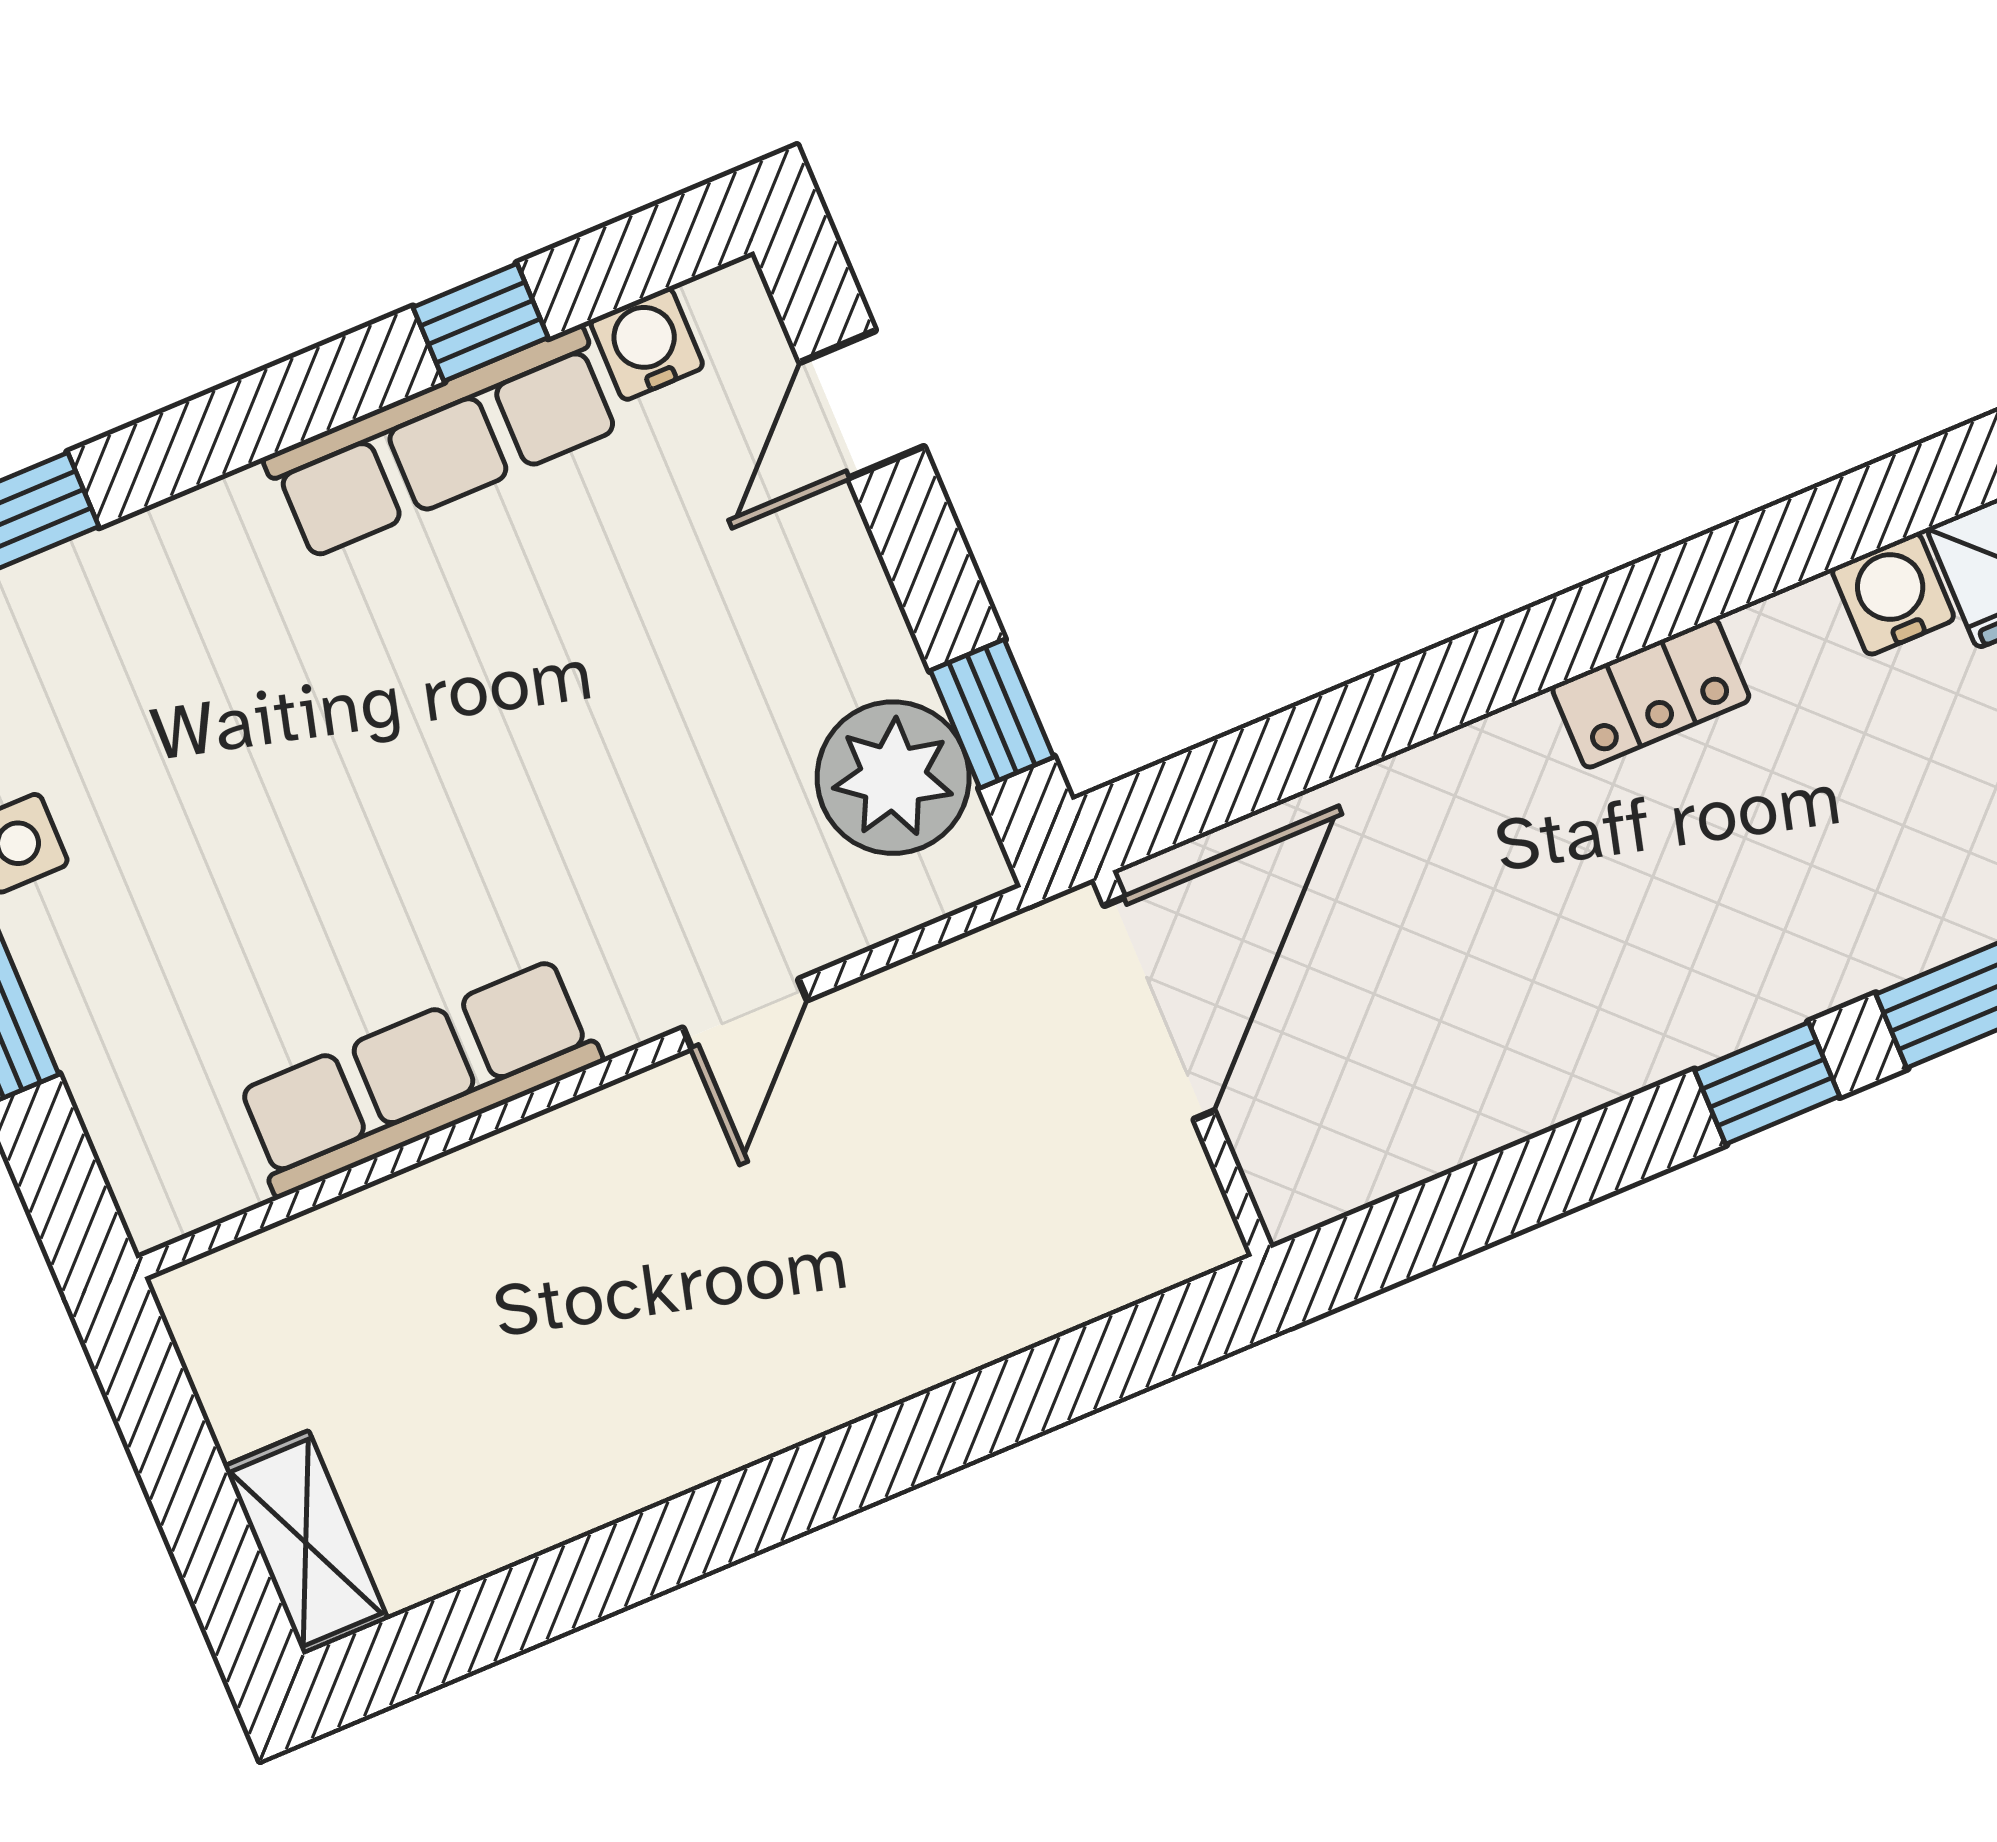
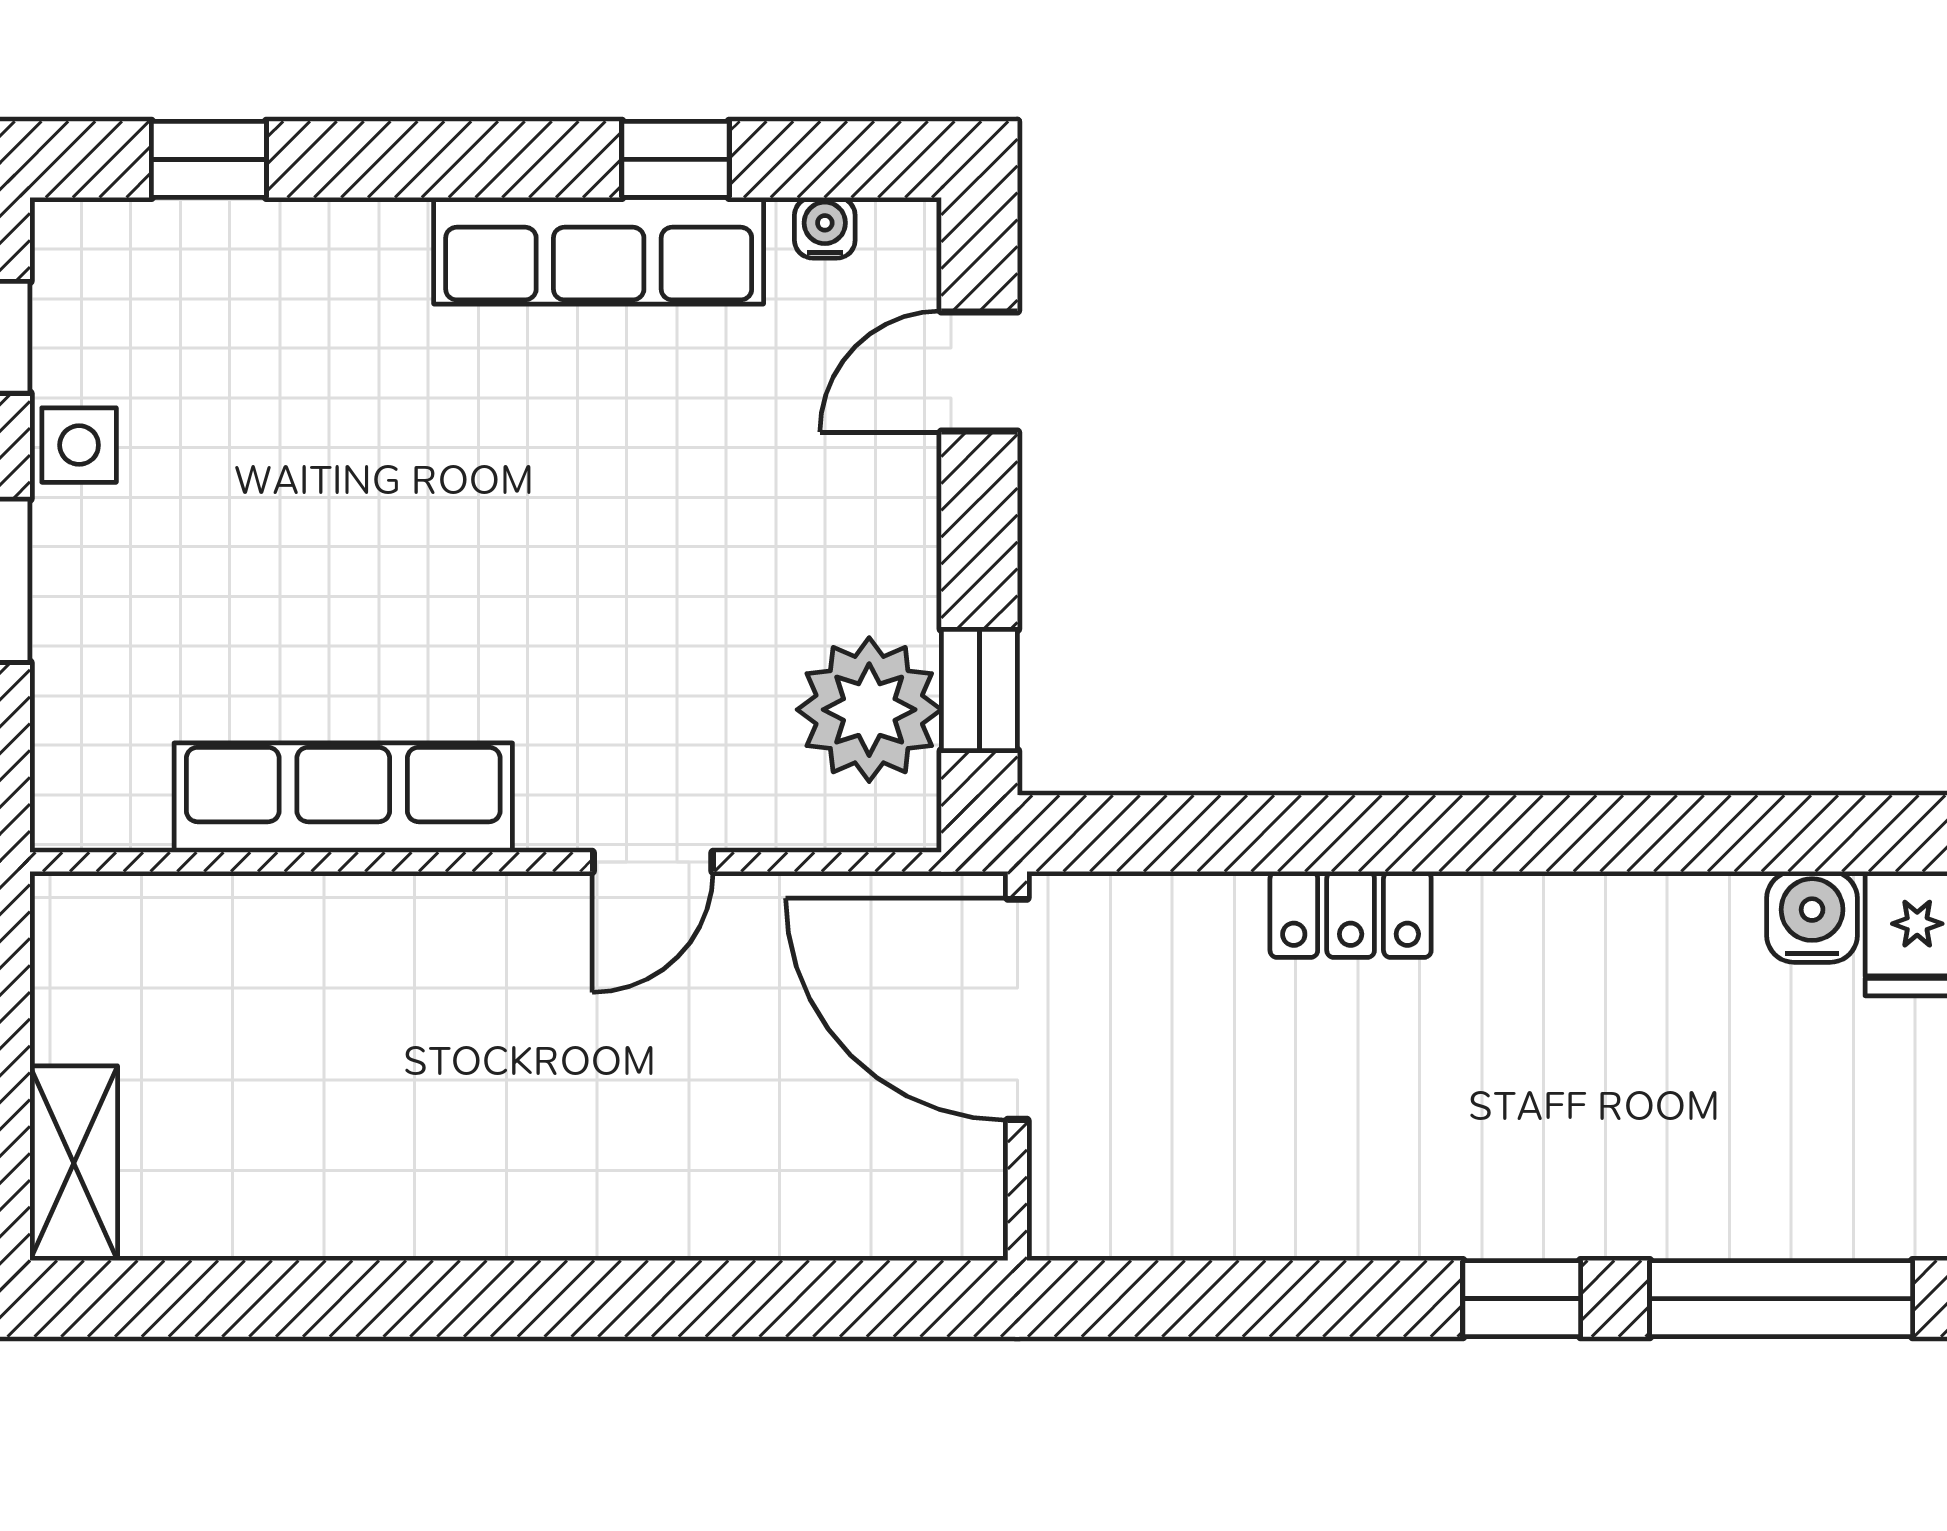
water cooler: (647, 344) -> (825, 228), width x0.72, depth x0.72
locker: (1651, 693) -> (1351, 914), moved
door: (1159, 1008) -> (1017, 1009), swing flipped

